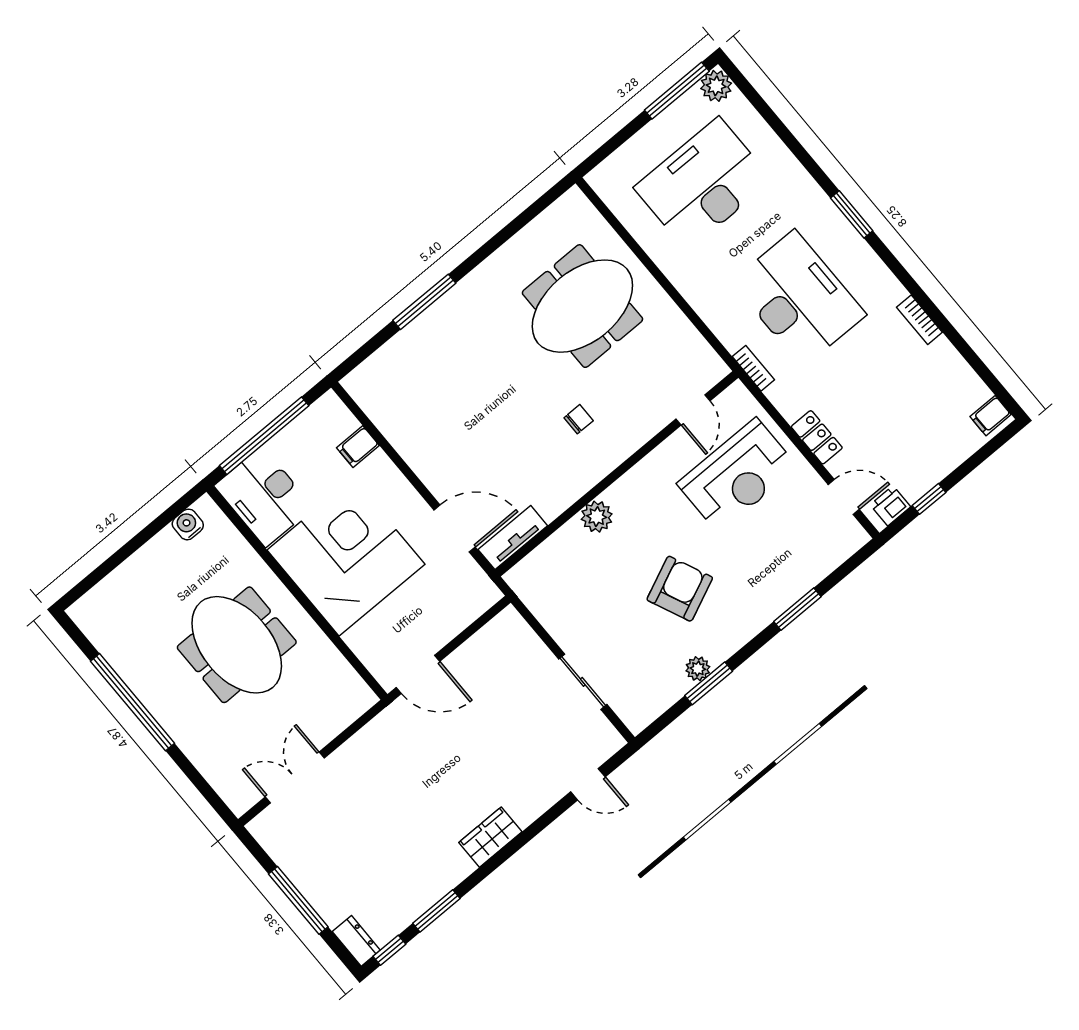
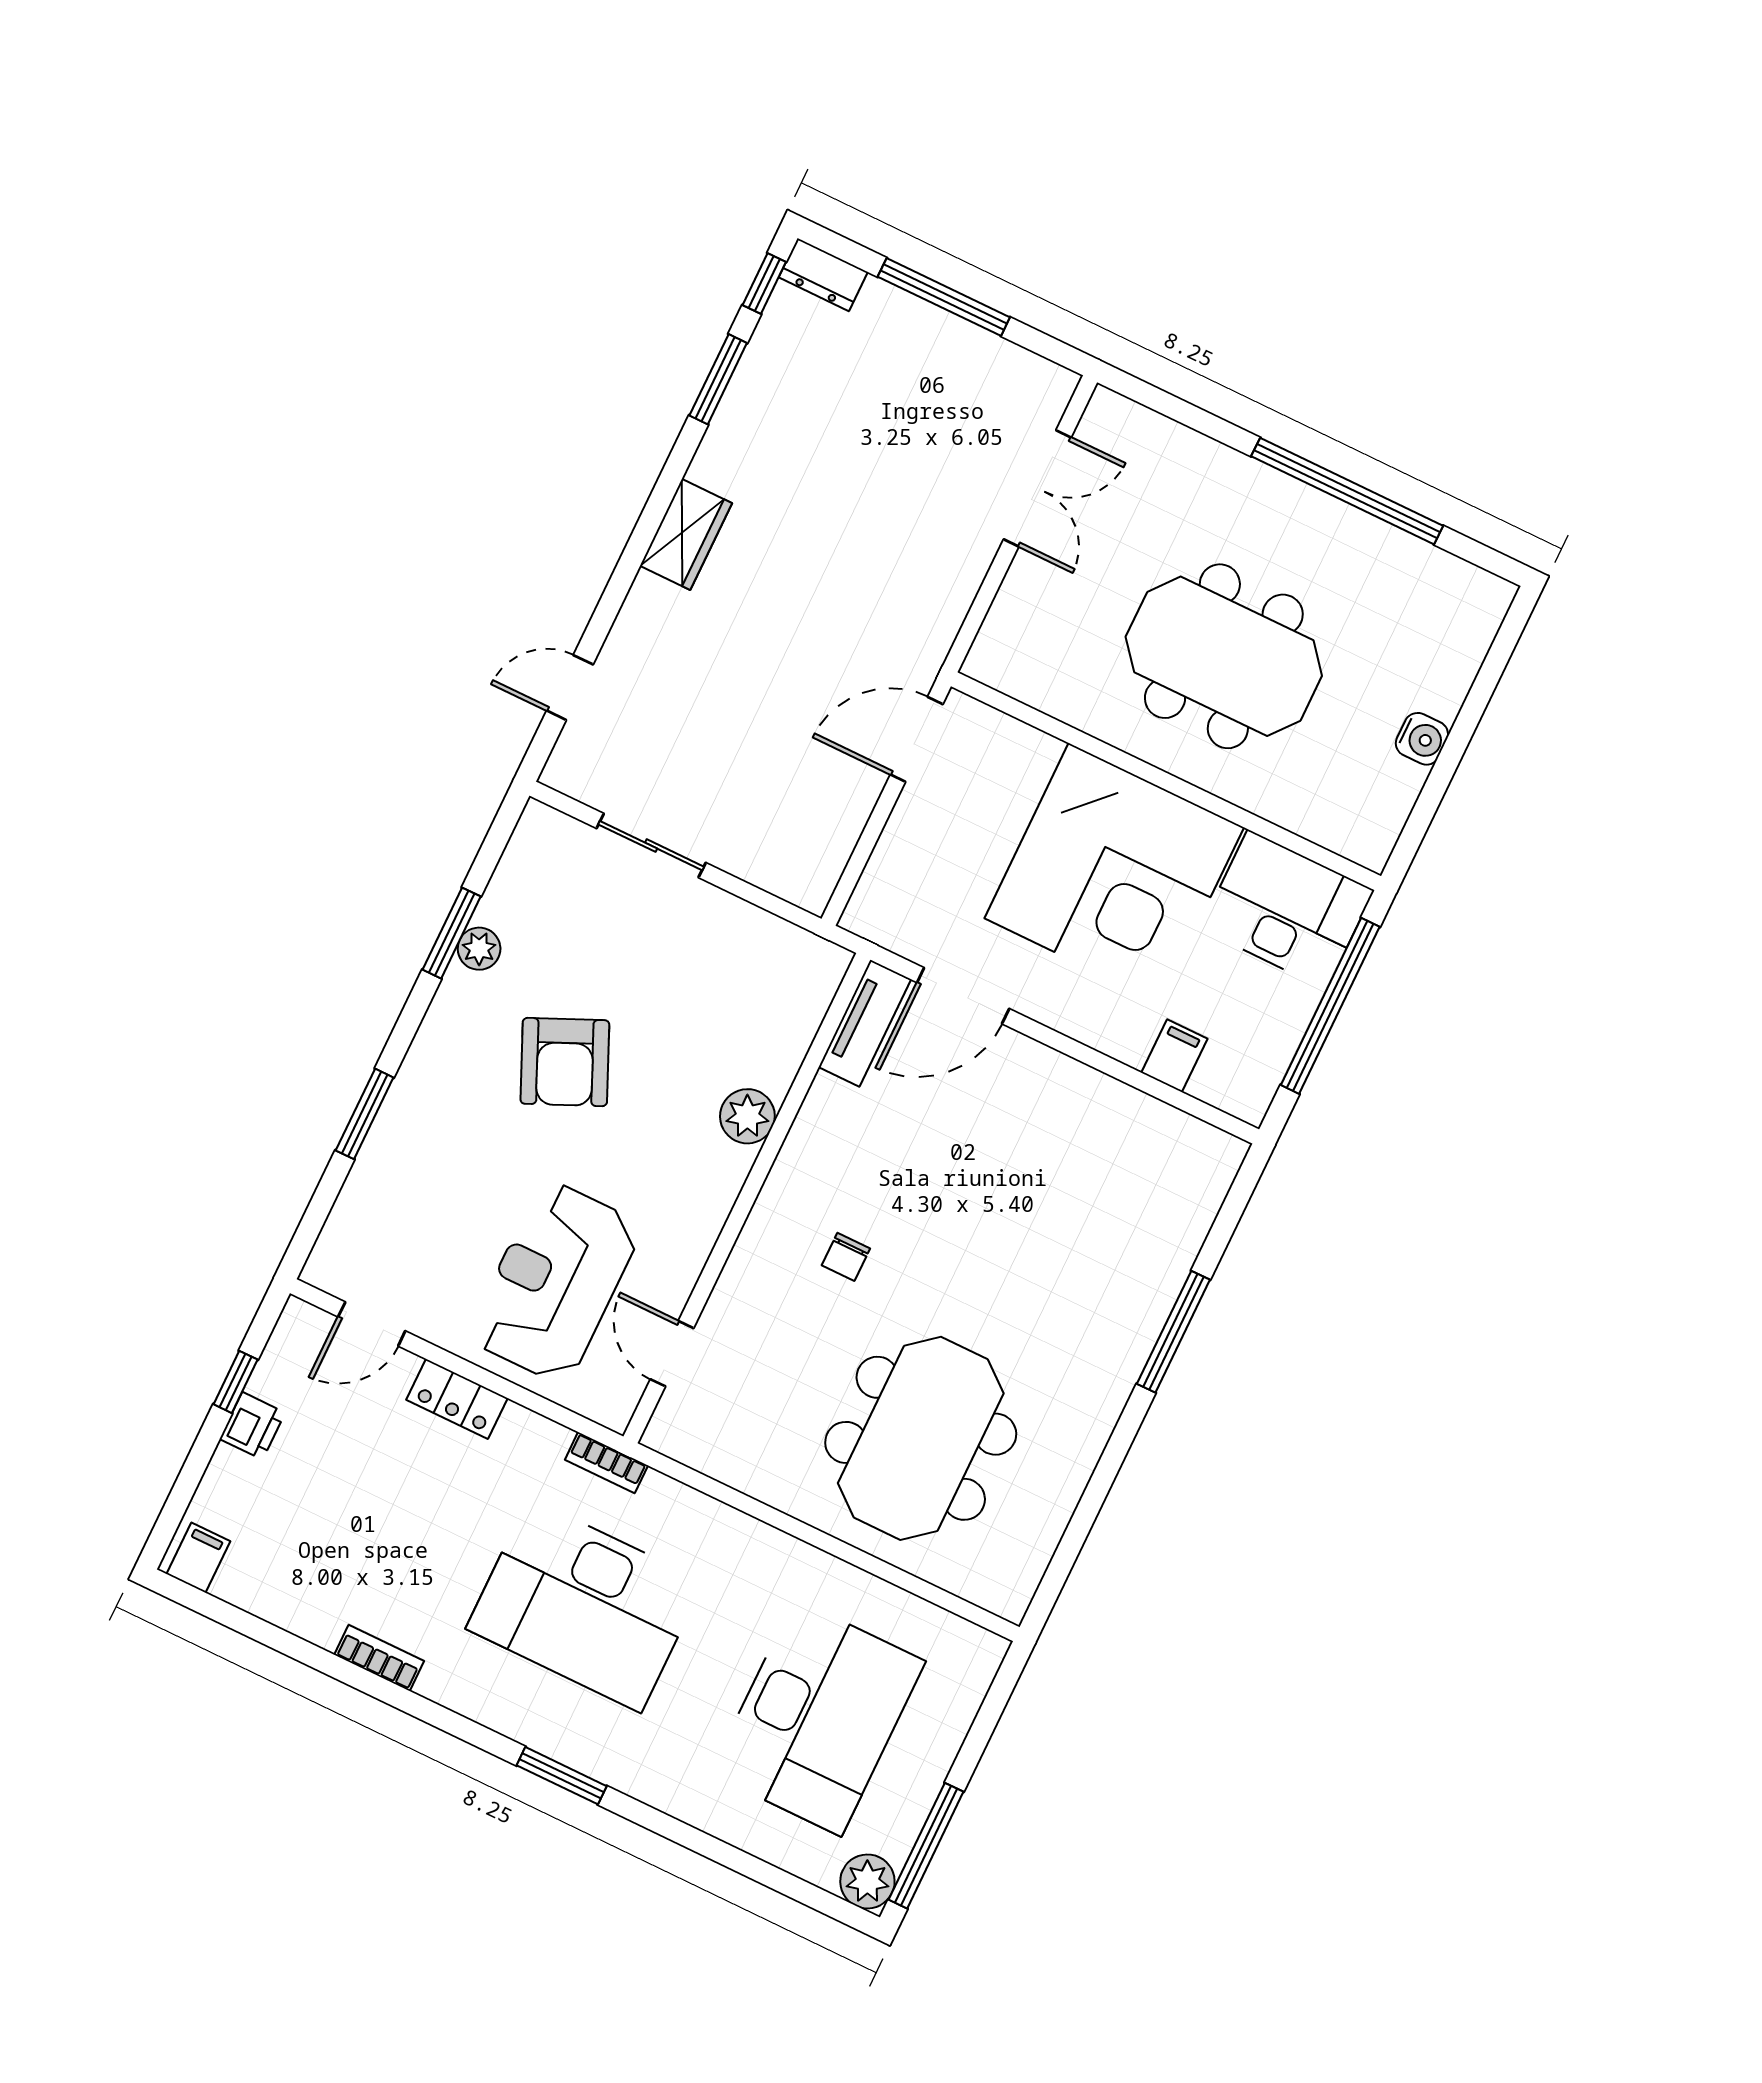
printer: (890, 506) -> (252, 1426), moved
water cooler: (188, 524) -> (1422, 739), moved

